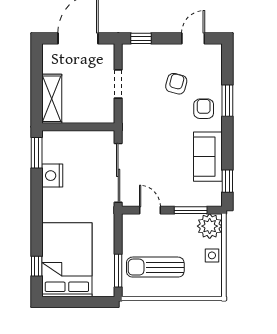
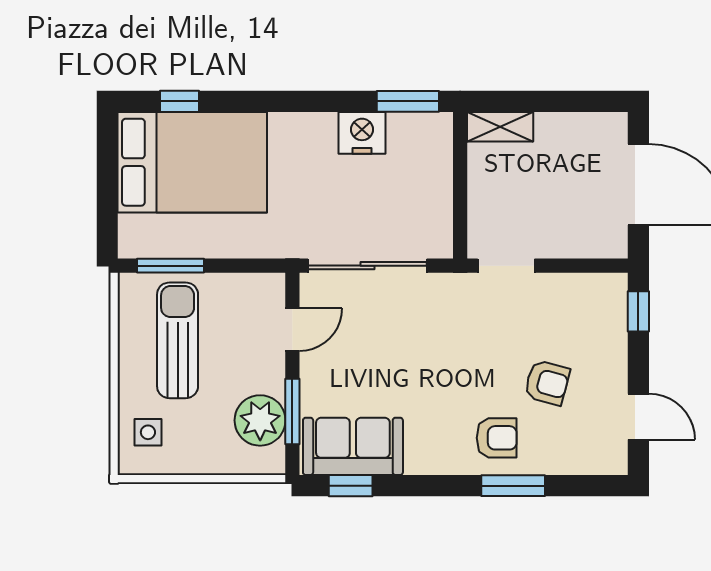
doorway: (118, 84) -> (506, 266), moved
shelving: (52, 99) -> (500, 127), width x0.67, depth x0.75
sofa: (208, 157) -> (353, 446), moved
plant: (210, 226) -> (260, 420), moved
side table: (212, 255) -> (148, 432), moved

